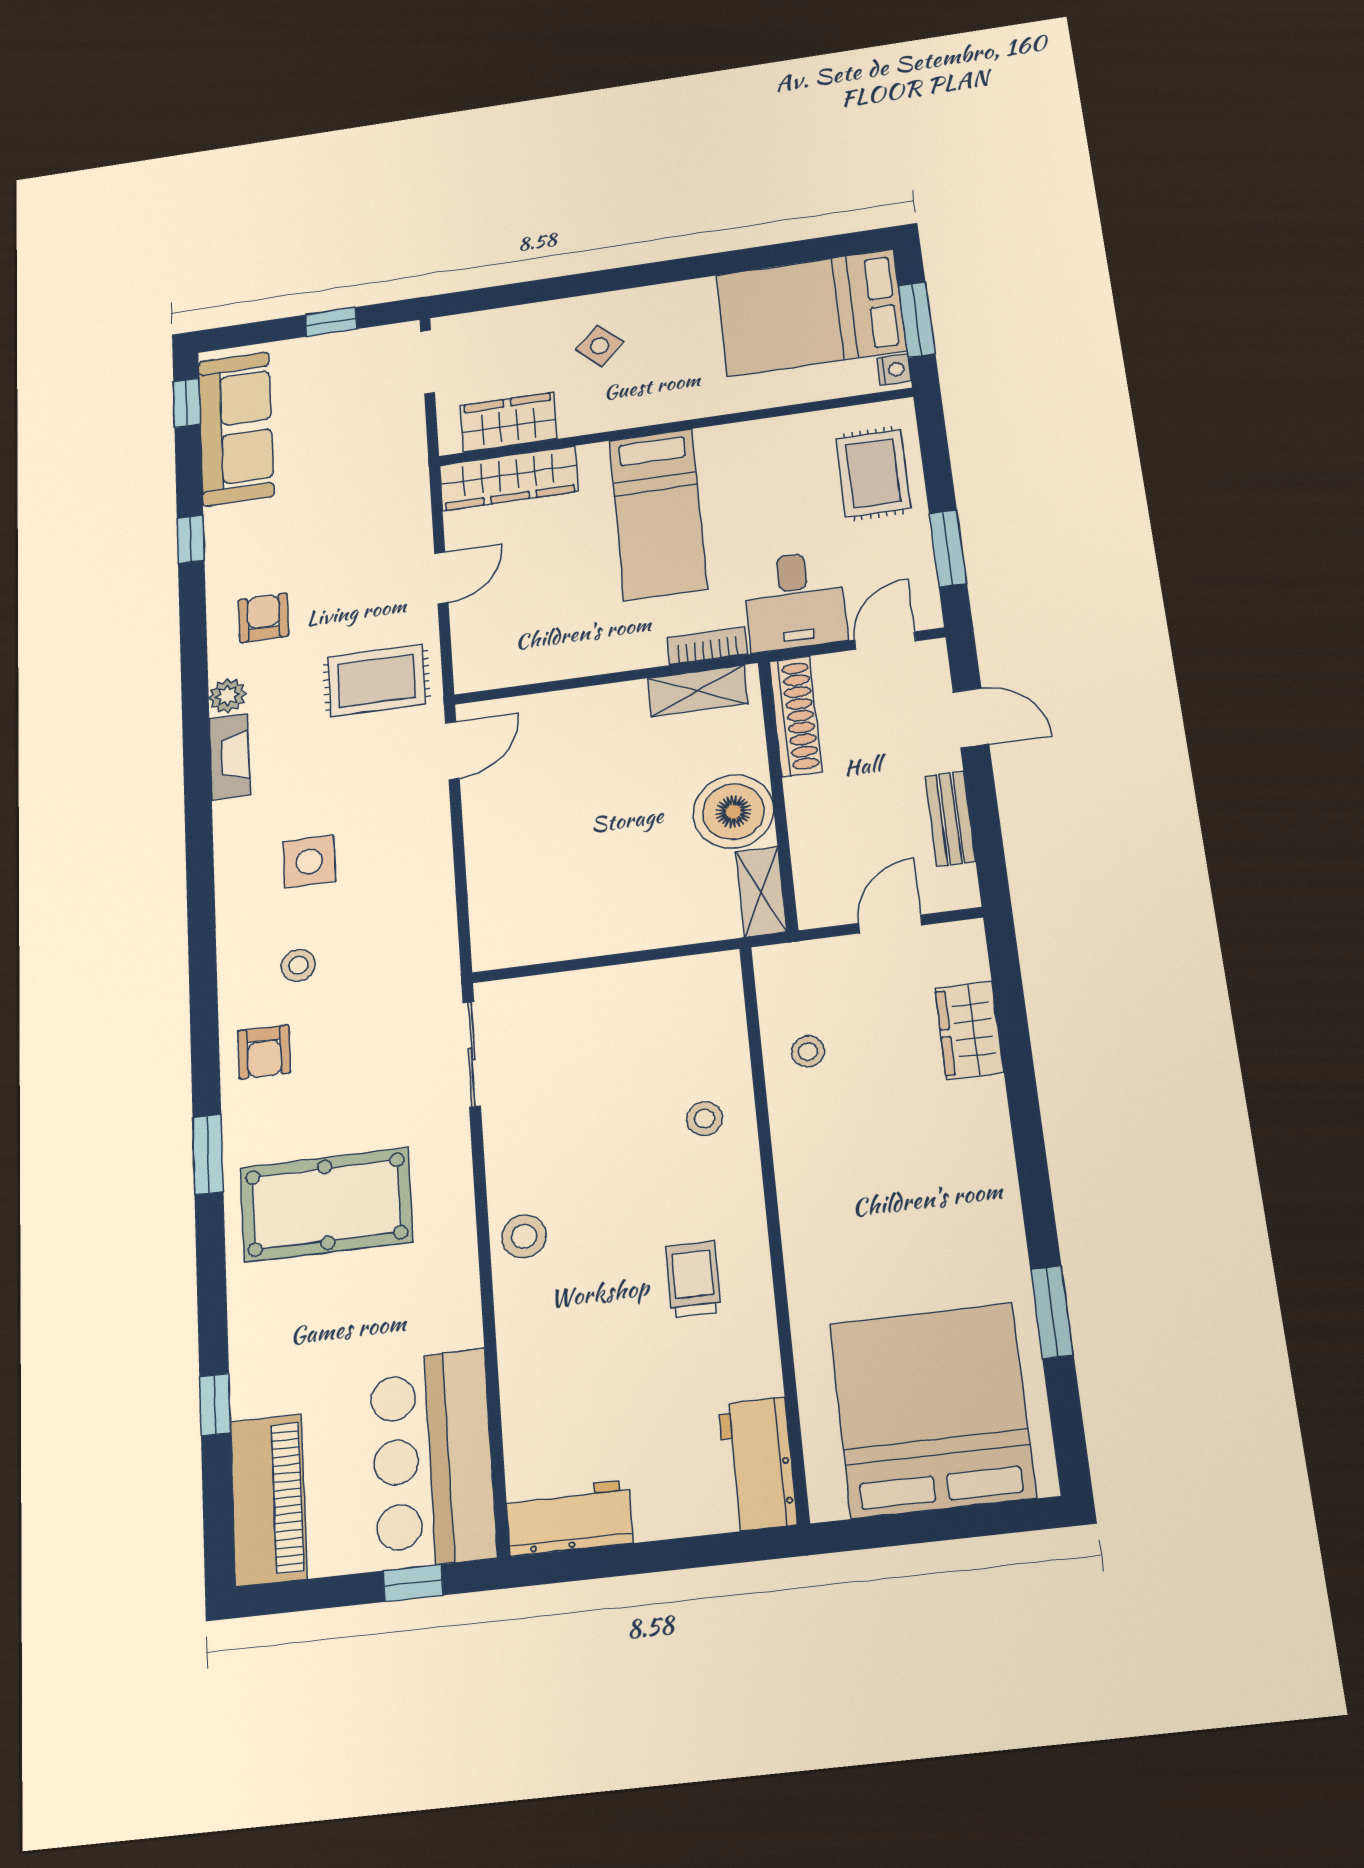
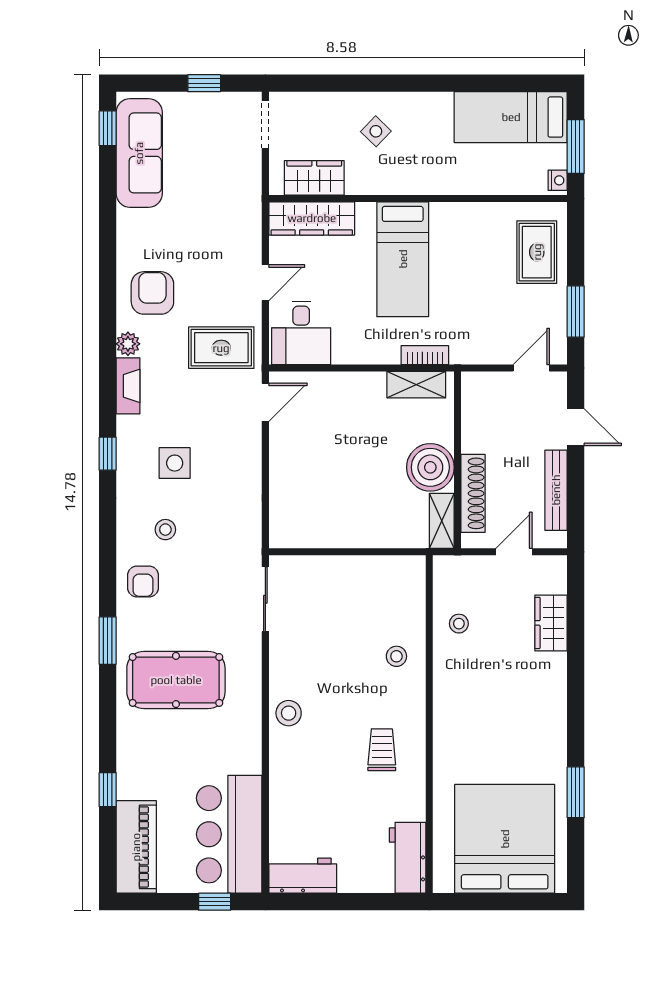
bed: (811, 313) -> (511, 117), width x0.67
window: (191, 539) -> (108, 454), moved
desk: (795, 601) -> (301, 333), moved
armchair: (263, 618) -> (152, 293), width x1.38, depth x1.38
shoe rack: (796, 716) -> (473, 493), moved
bench: (950, 819) -> (556, 490), width x1.36

